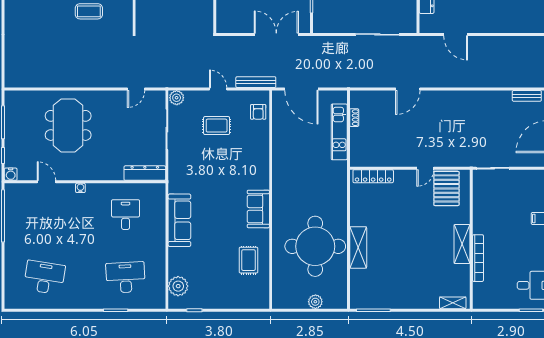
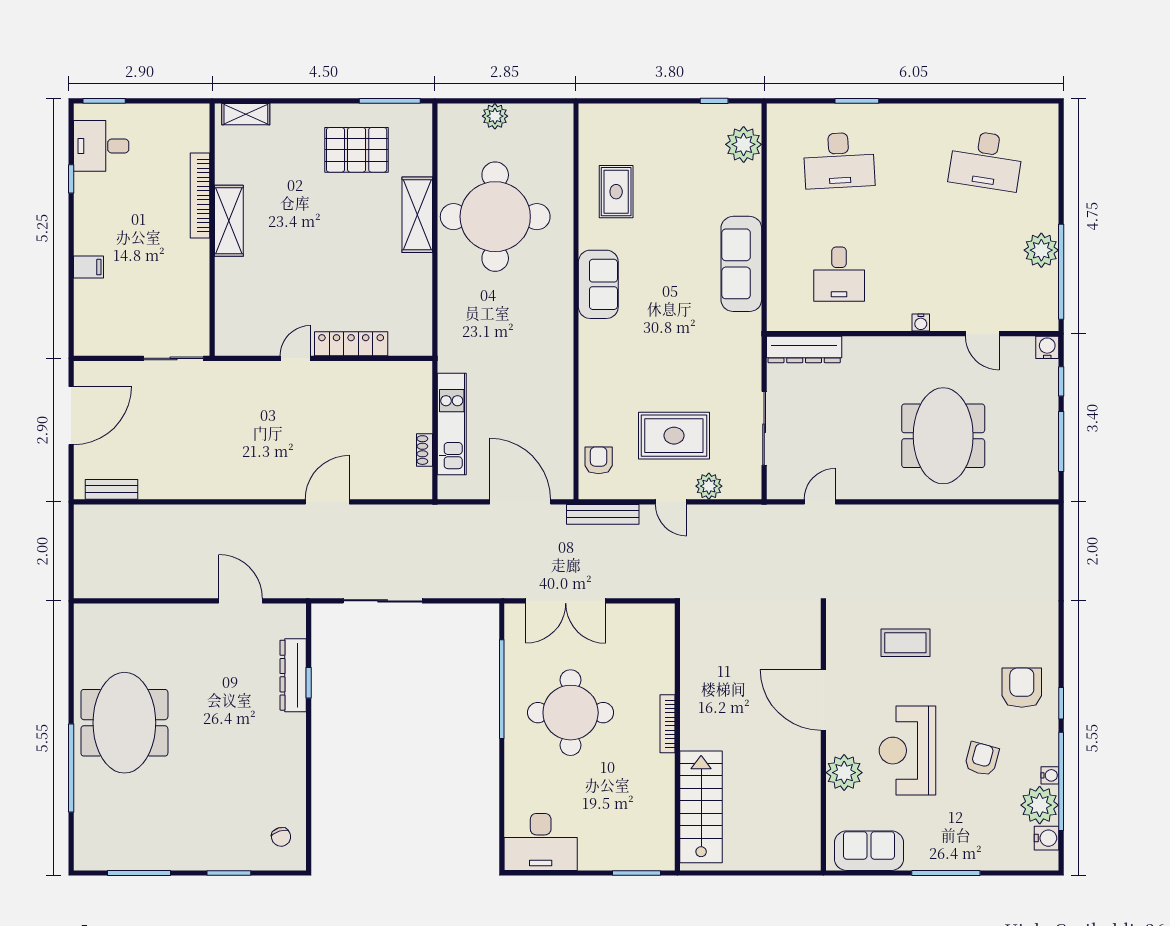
plant: (177, 98) -> (709, 486), moved
rug: (217, 126) -> (674, 436), width x1.36, depth x1.43
locker: (373, 176) -> (351, 344), moved
pallet: (446, 188) -> (357, 150), moved, turned 90
plant: (14, 228) -> (1041, 250), added

